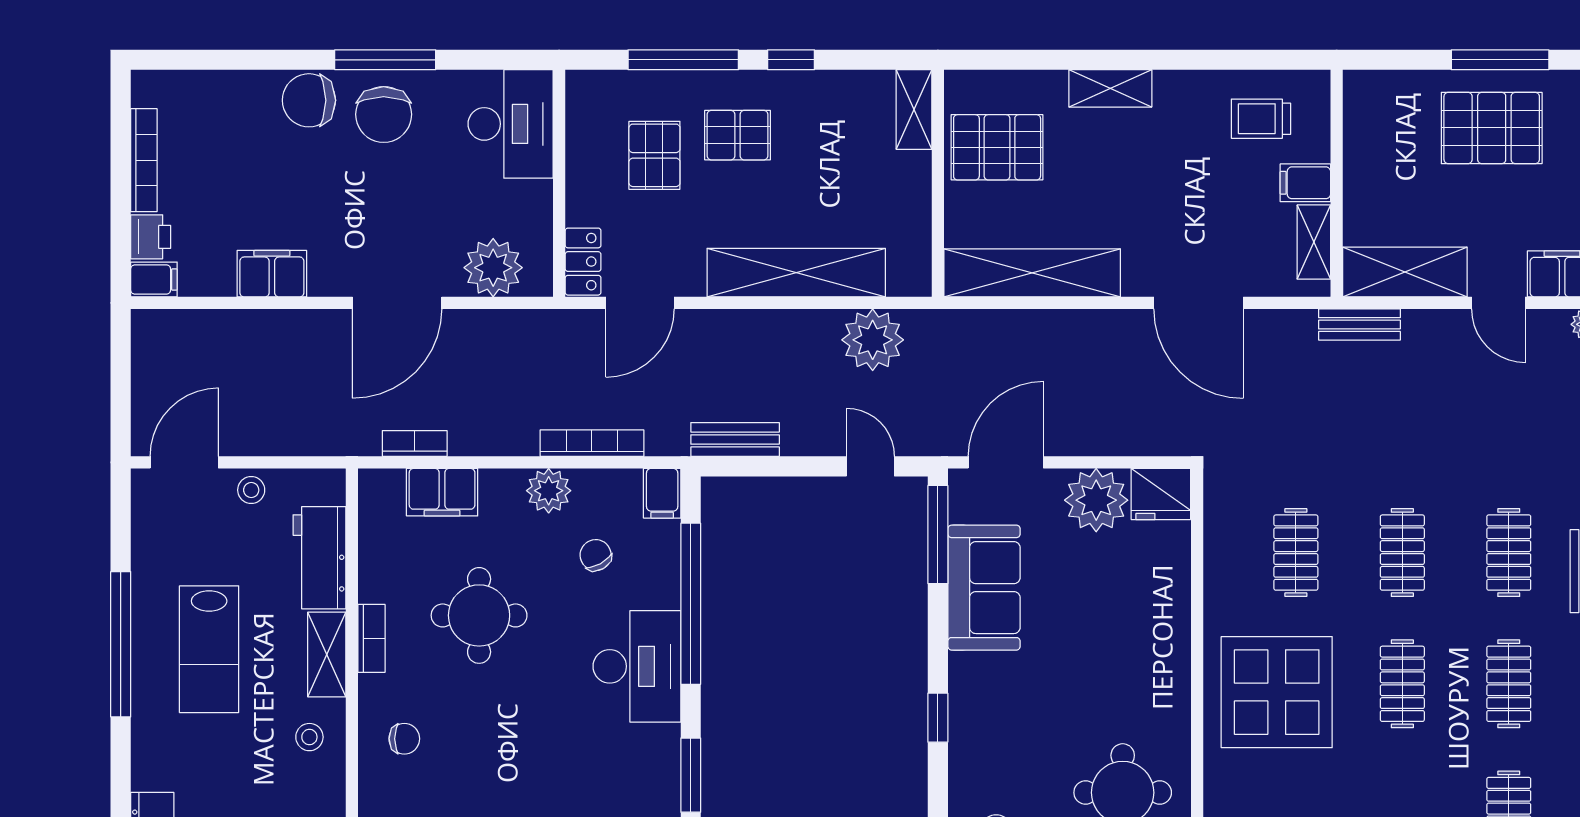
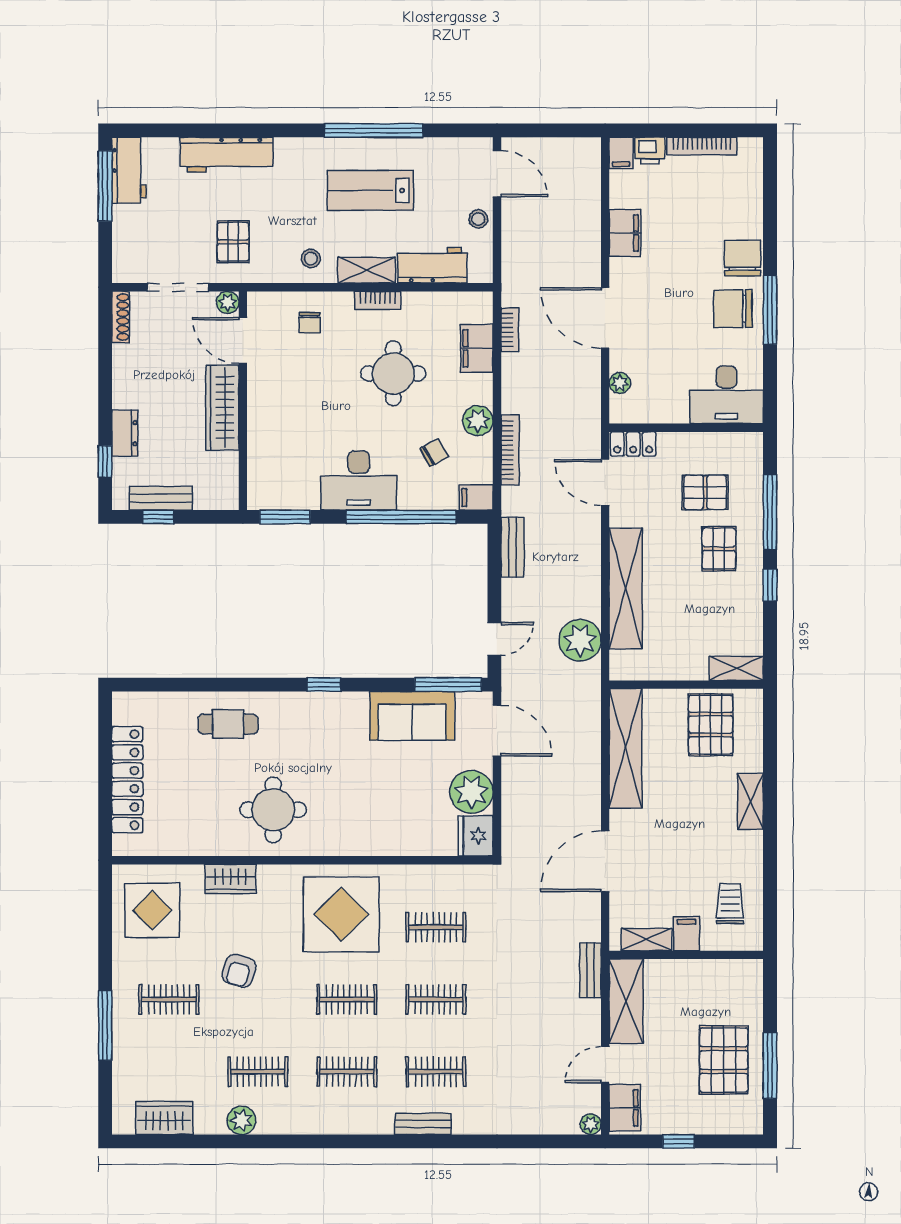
plant: (493, 268) -> (620, 383), width x0.53, depth x0.53

